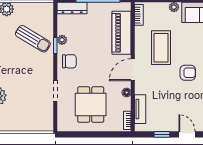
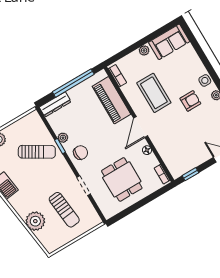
sun lounger: (27, 101) -> (64, 210), added
tv unit: (140, 109) -> (168, 158), removed
window: (162, 134) -> (190, 174), moved

